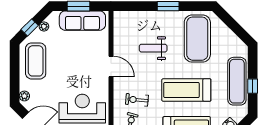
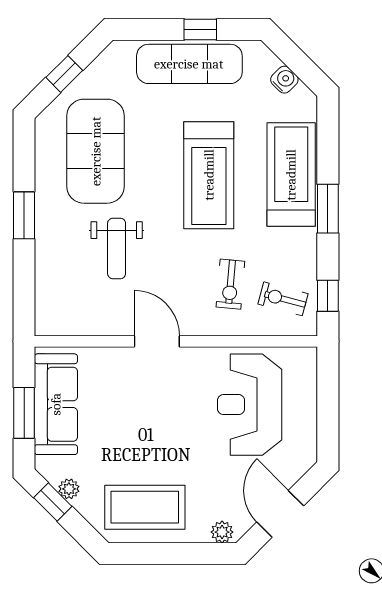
window: (232, 24) -> (64, 74), added
window: (30, 27) -> (53, 502), moved
exercise mat: (197, 39) -> (96, 151), turned 90
door: (111, 66) -> (157, 341), hinge flipped

